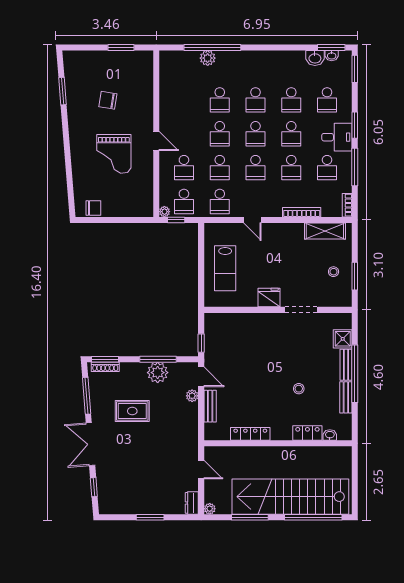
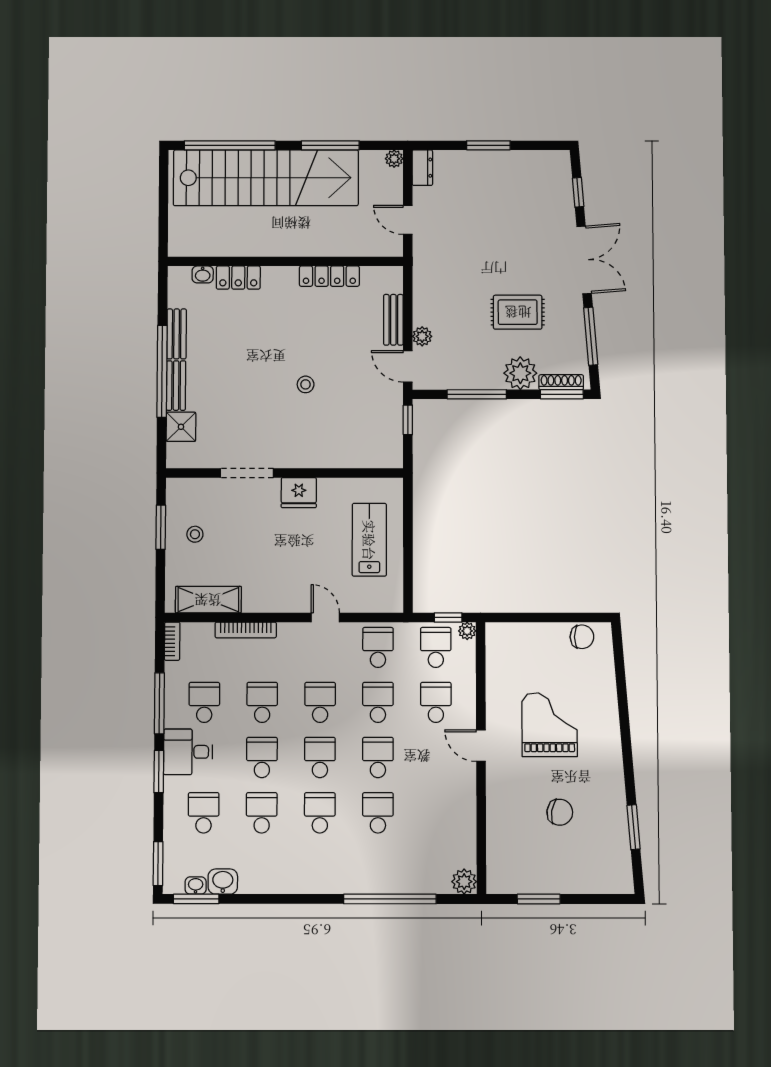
plant: (208, 58) -> (464, 882), moved
chair: (93, 208) -> (582, 637), turned 180
plant: (158, 373) -> (520, 373), moved
stool: (299, 389) -> (306, 384), moved

